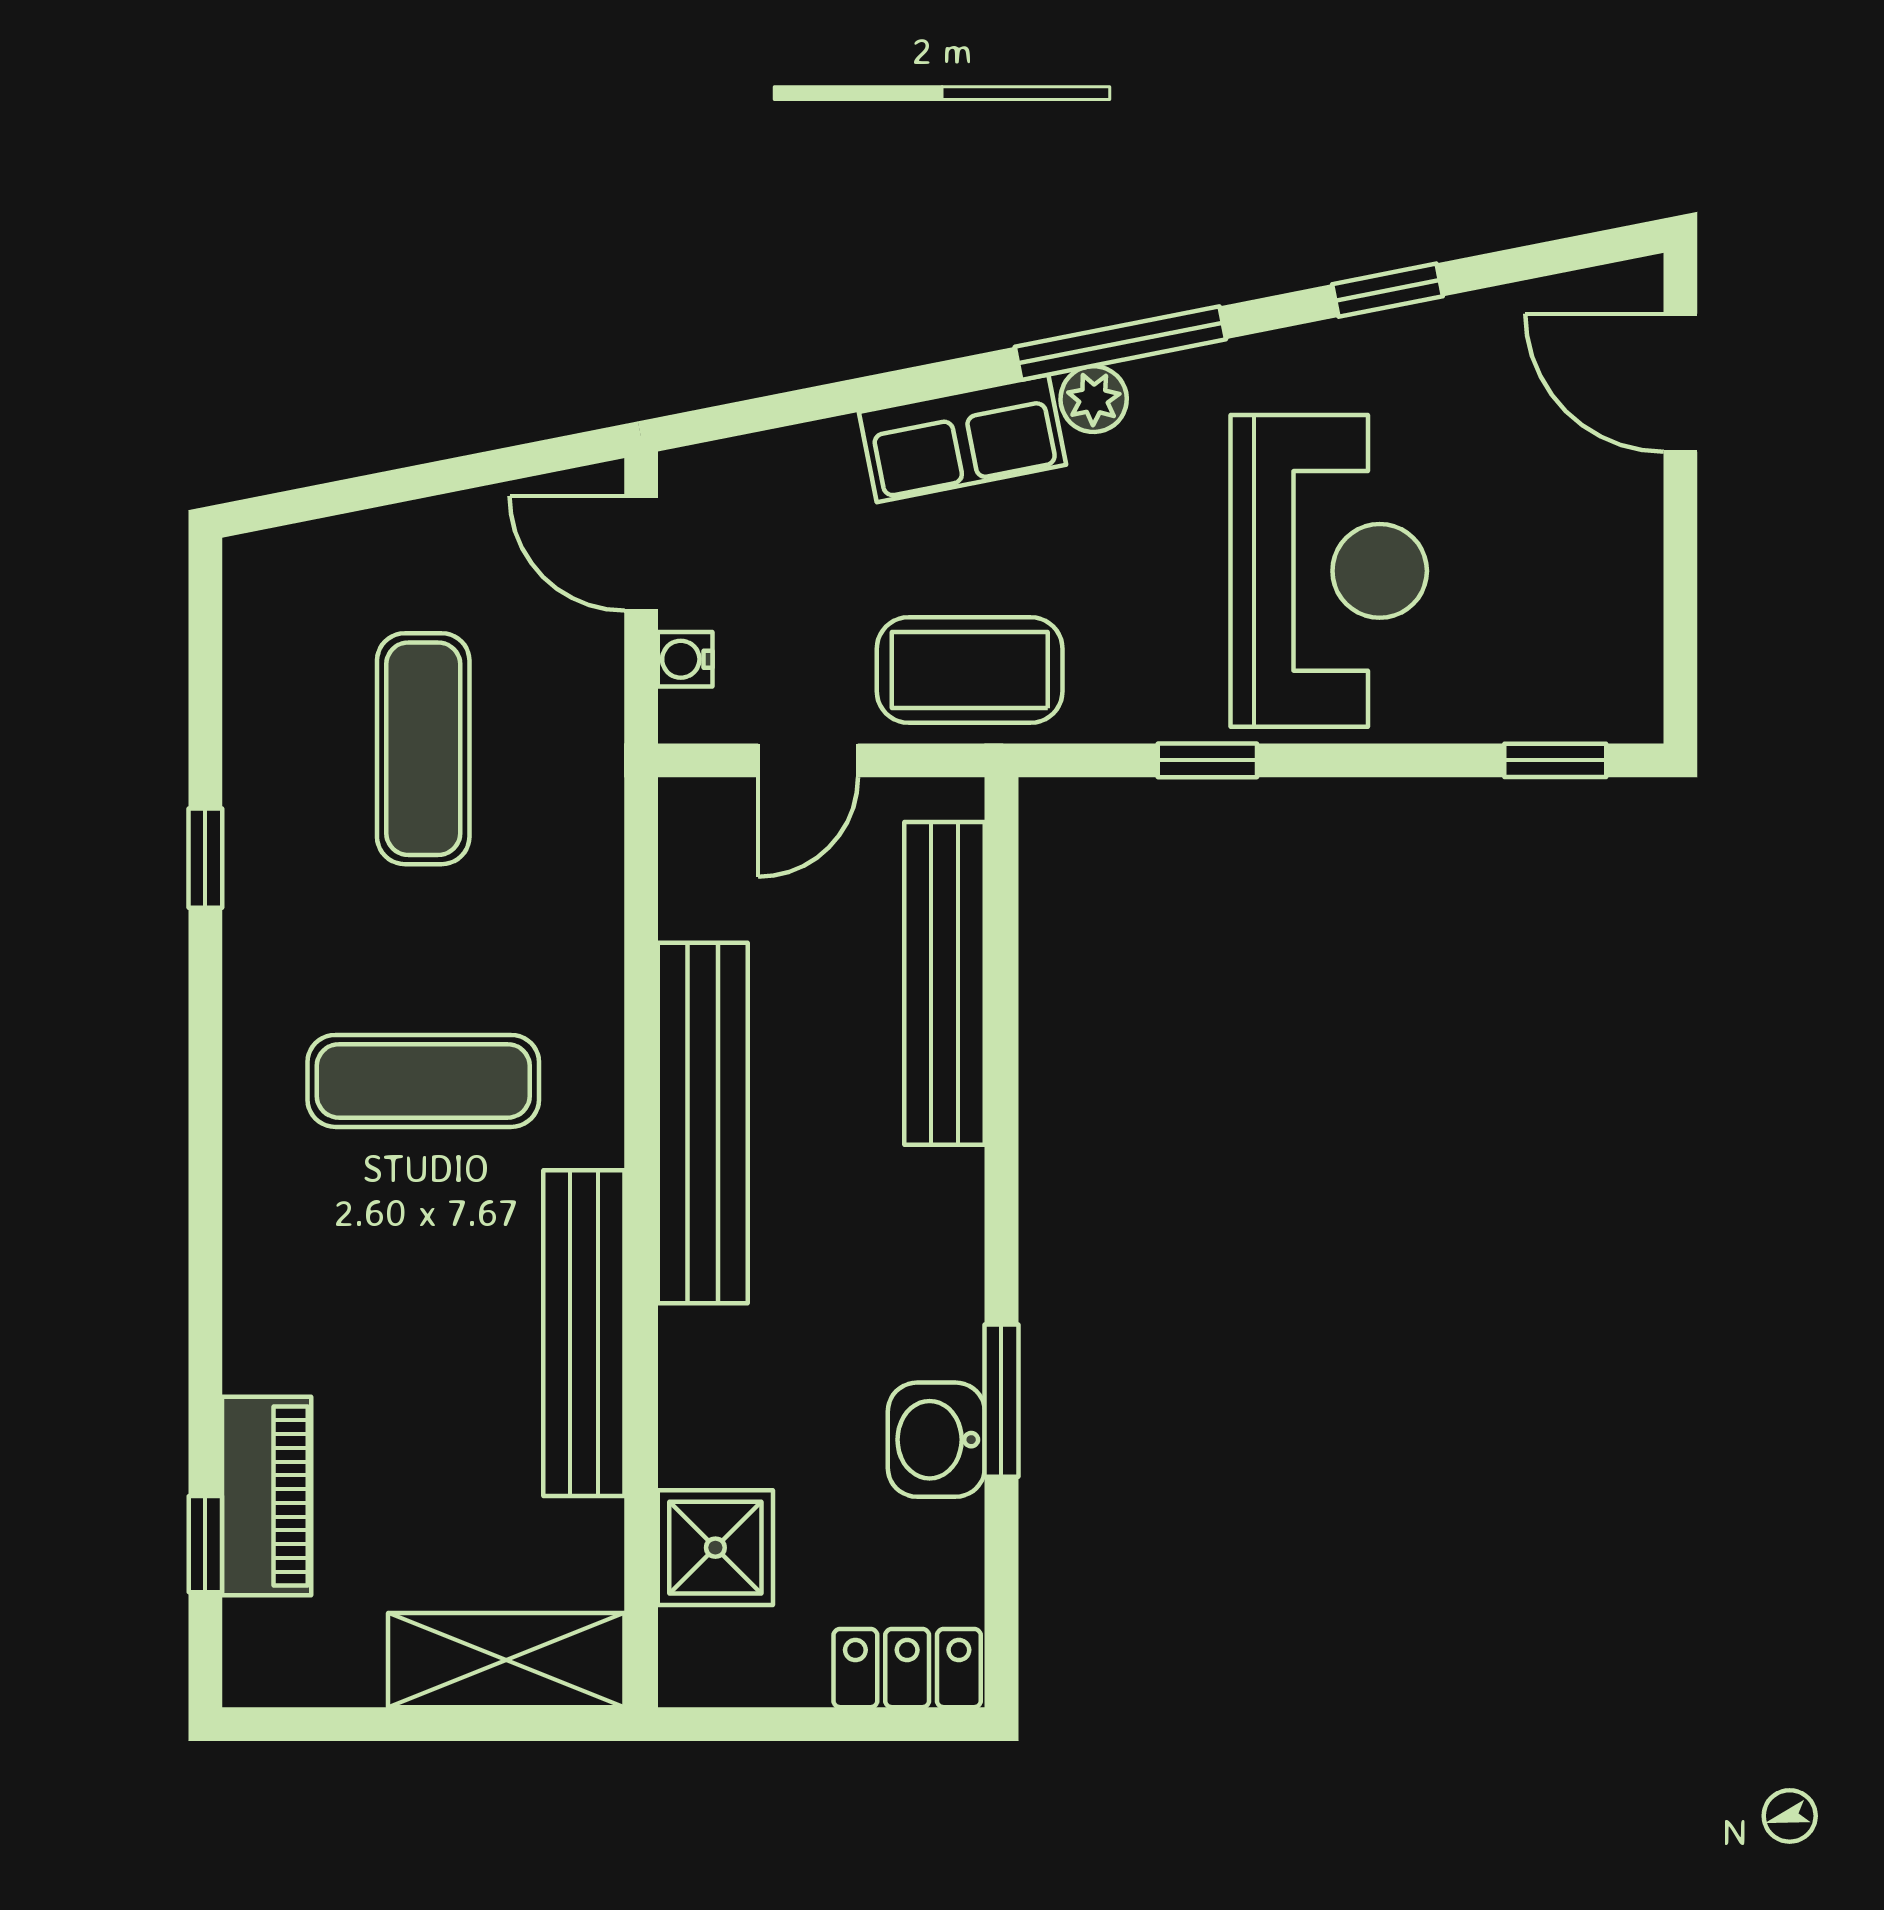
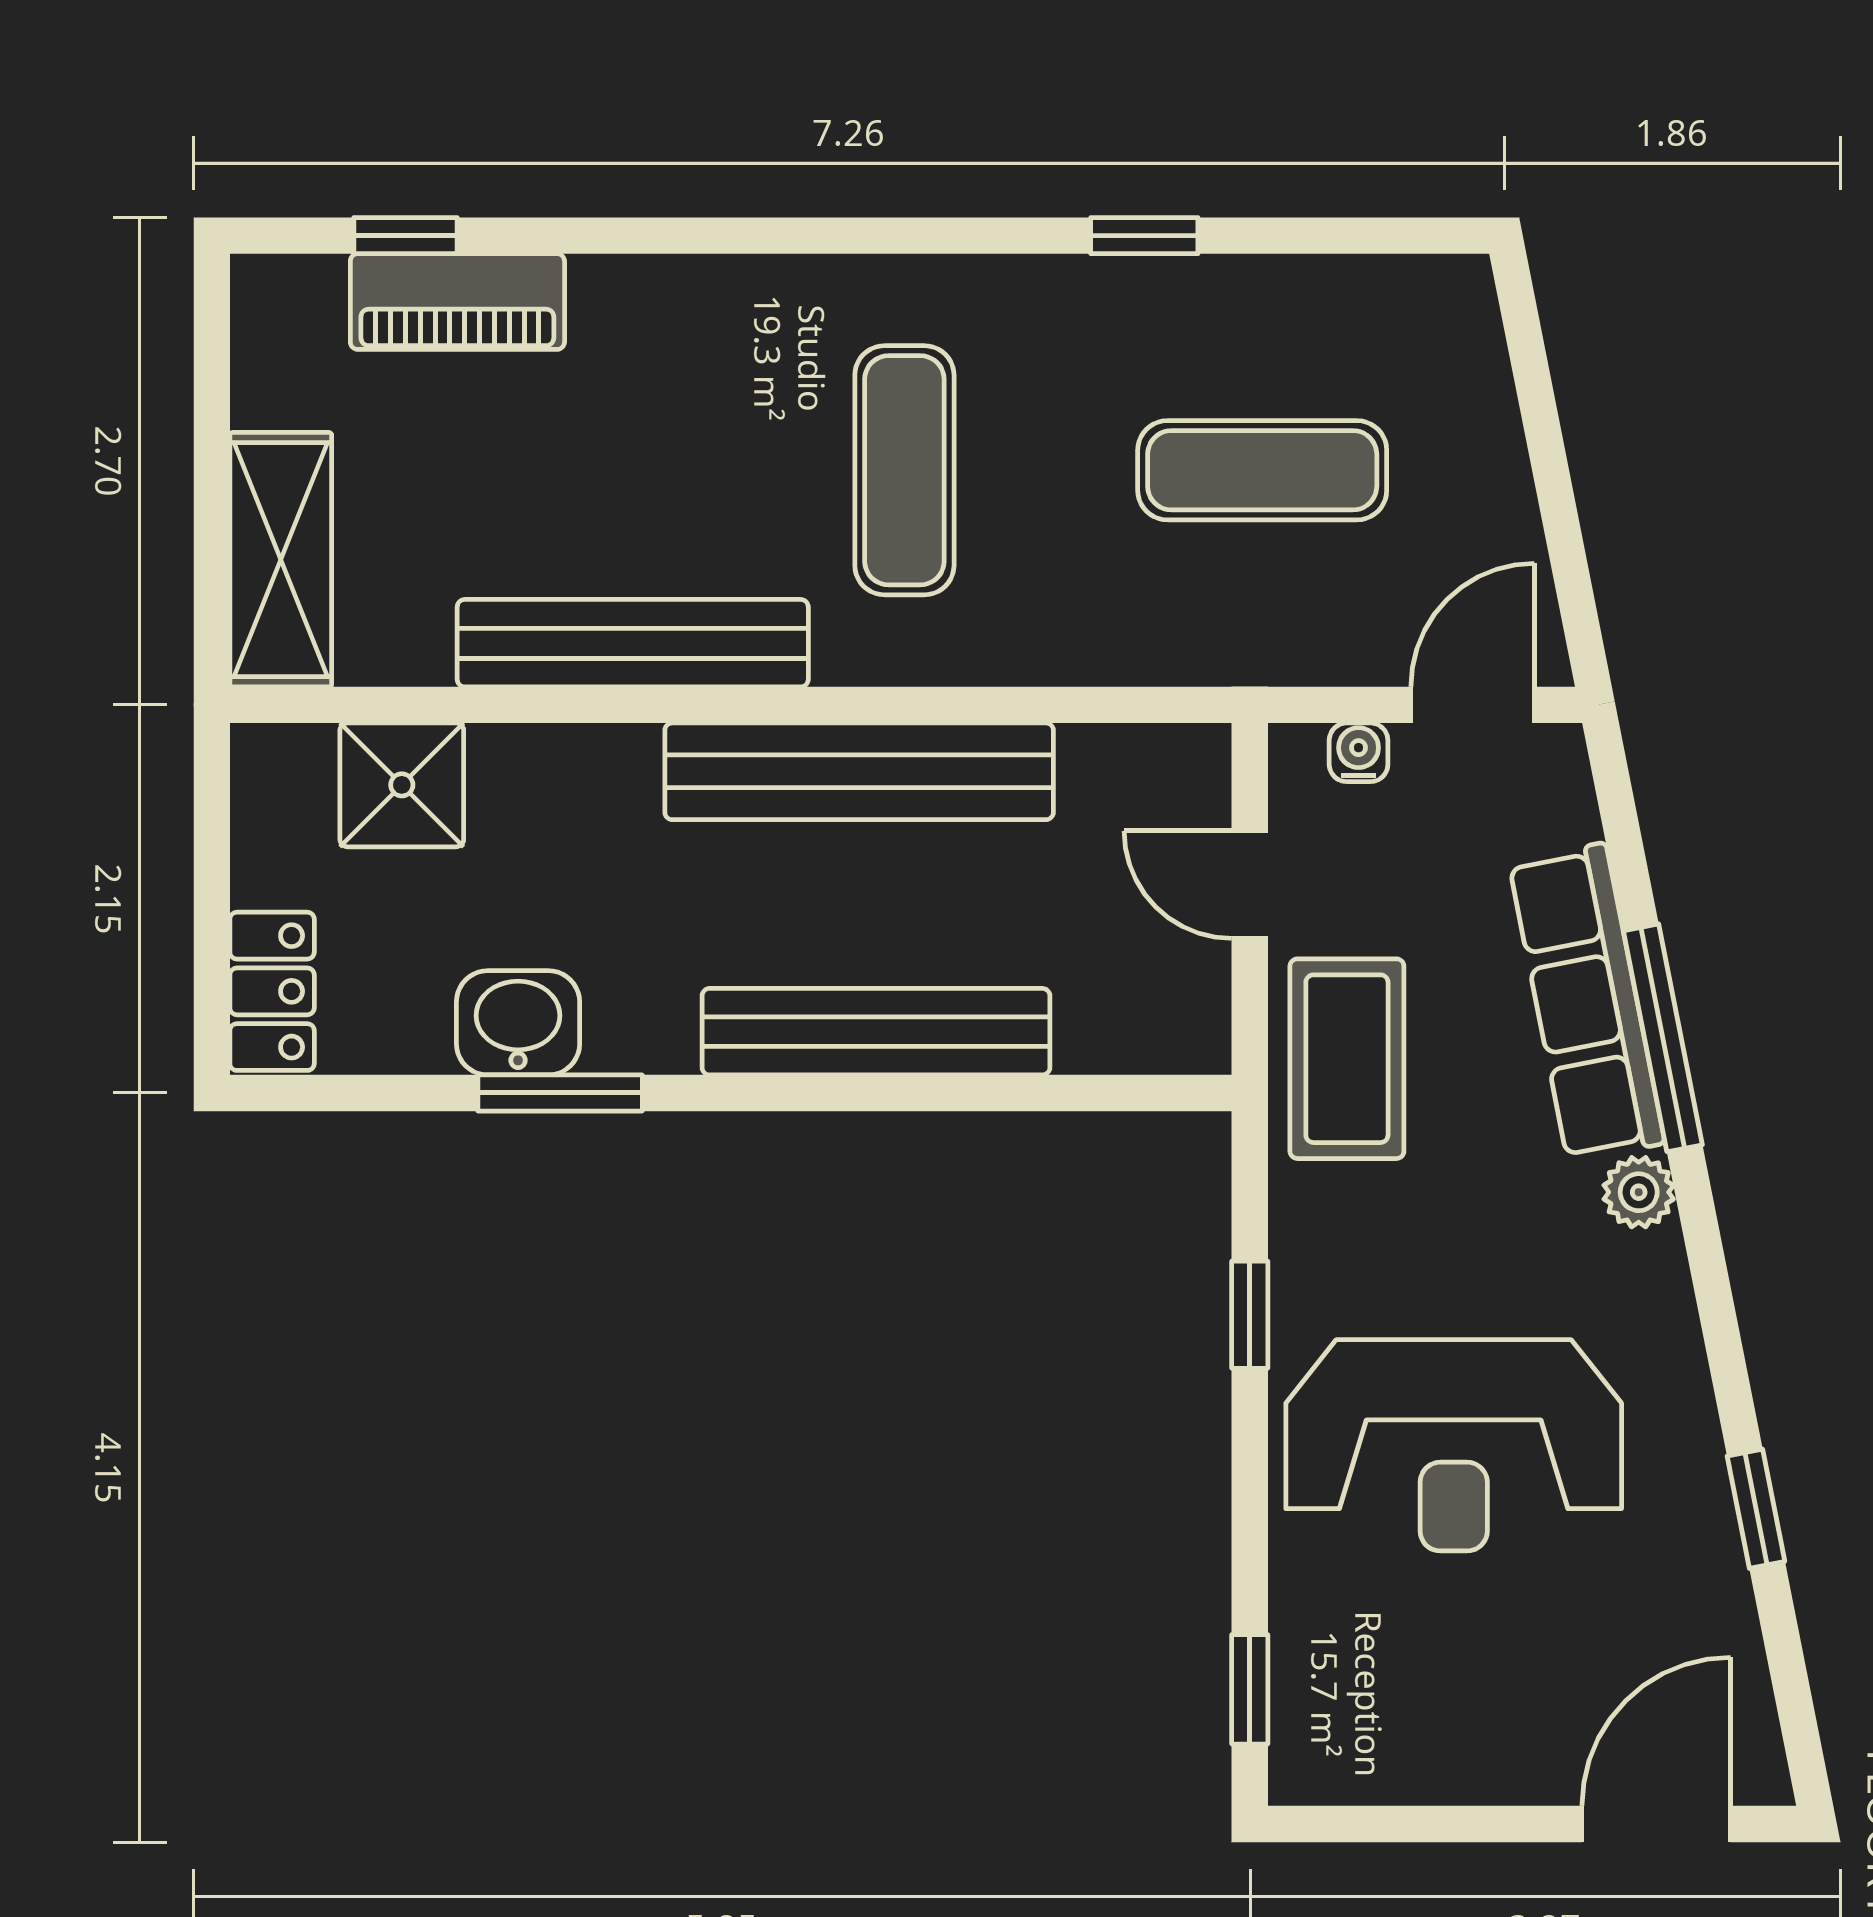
window: (1120, 343) -> (1663, 1038), moved
row of seats: (963, 438) -> (1587, 1002), width x1.48
bench: (945, 983) -> (876, 1032), moved

